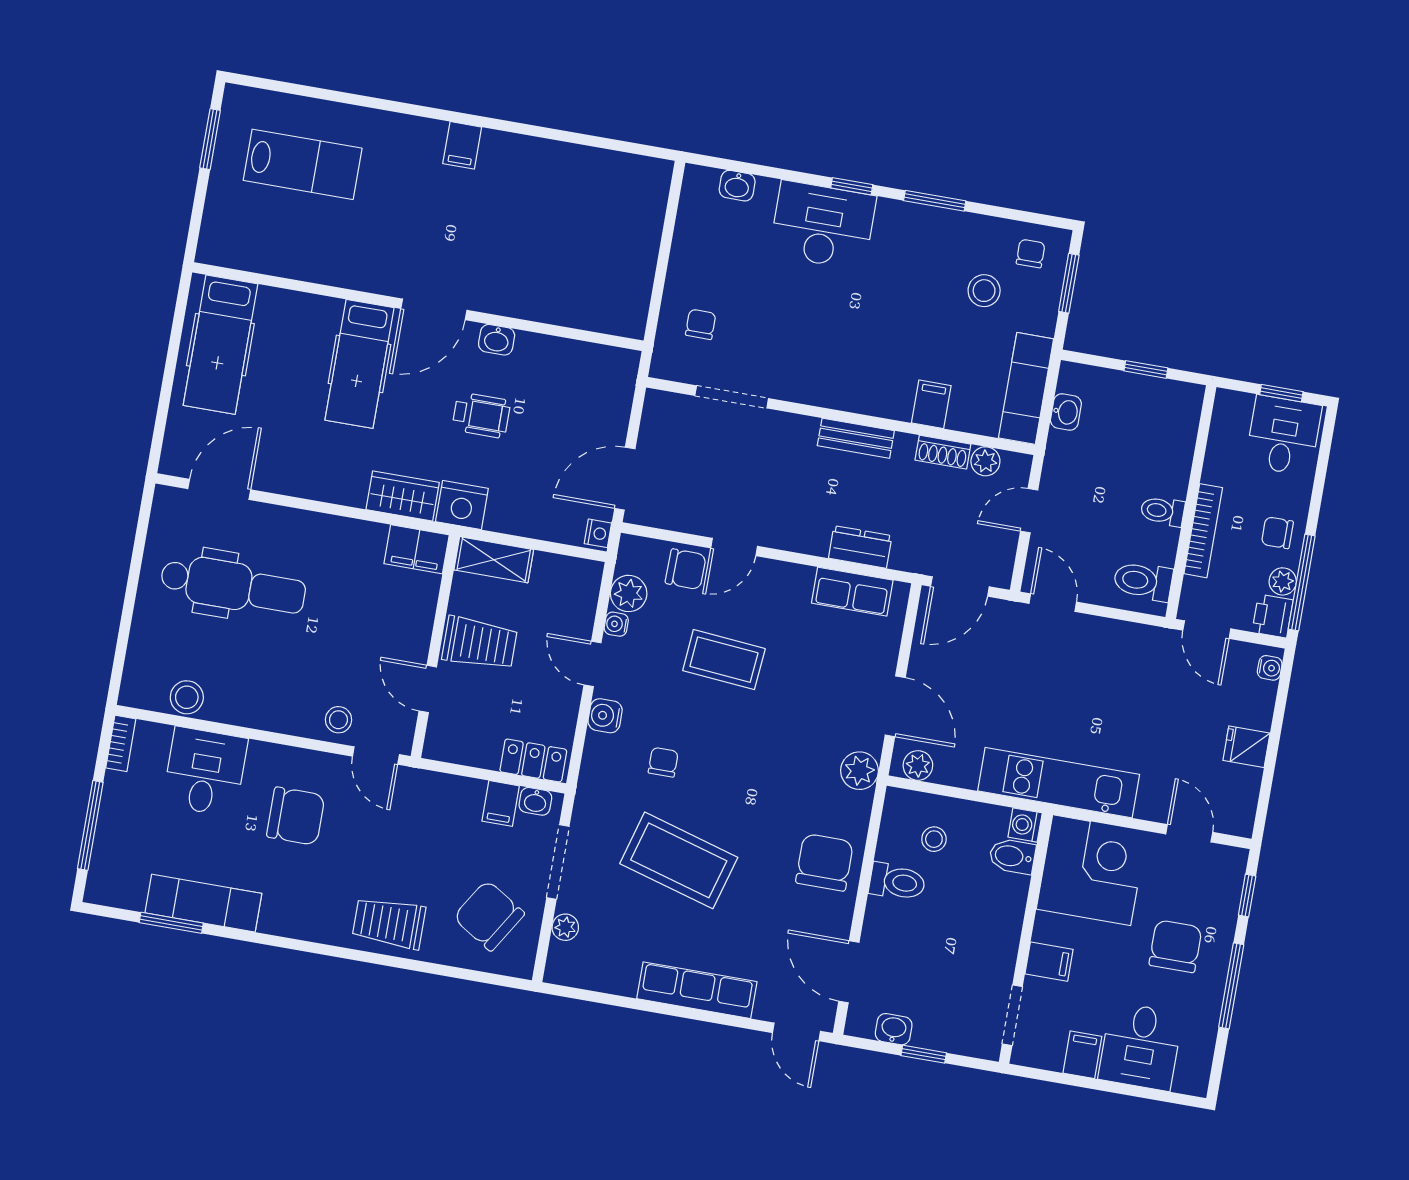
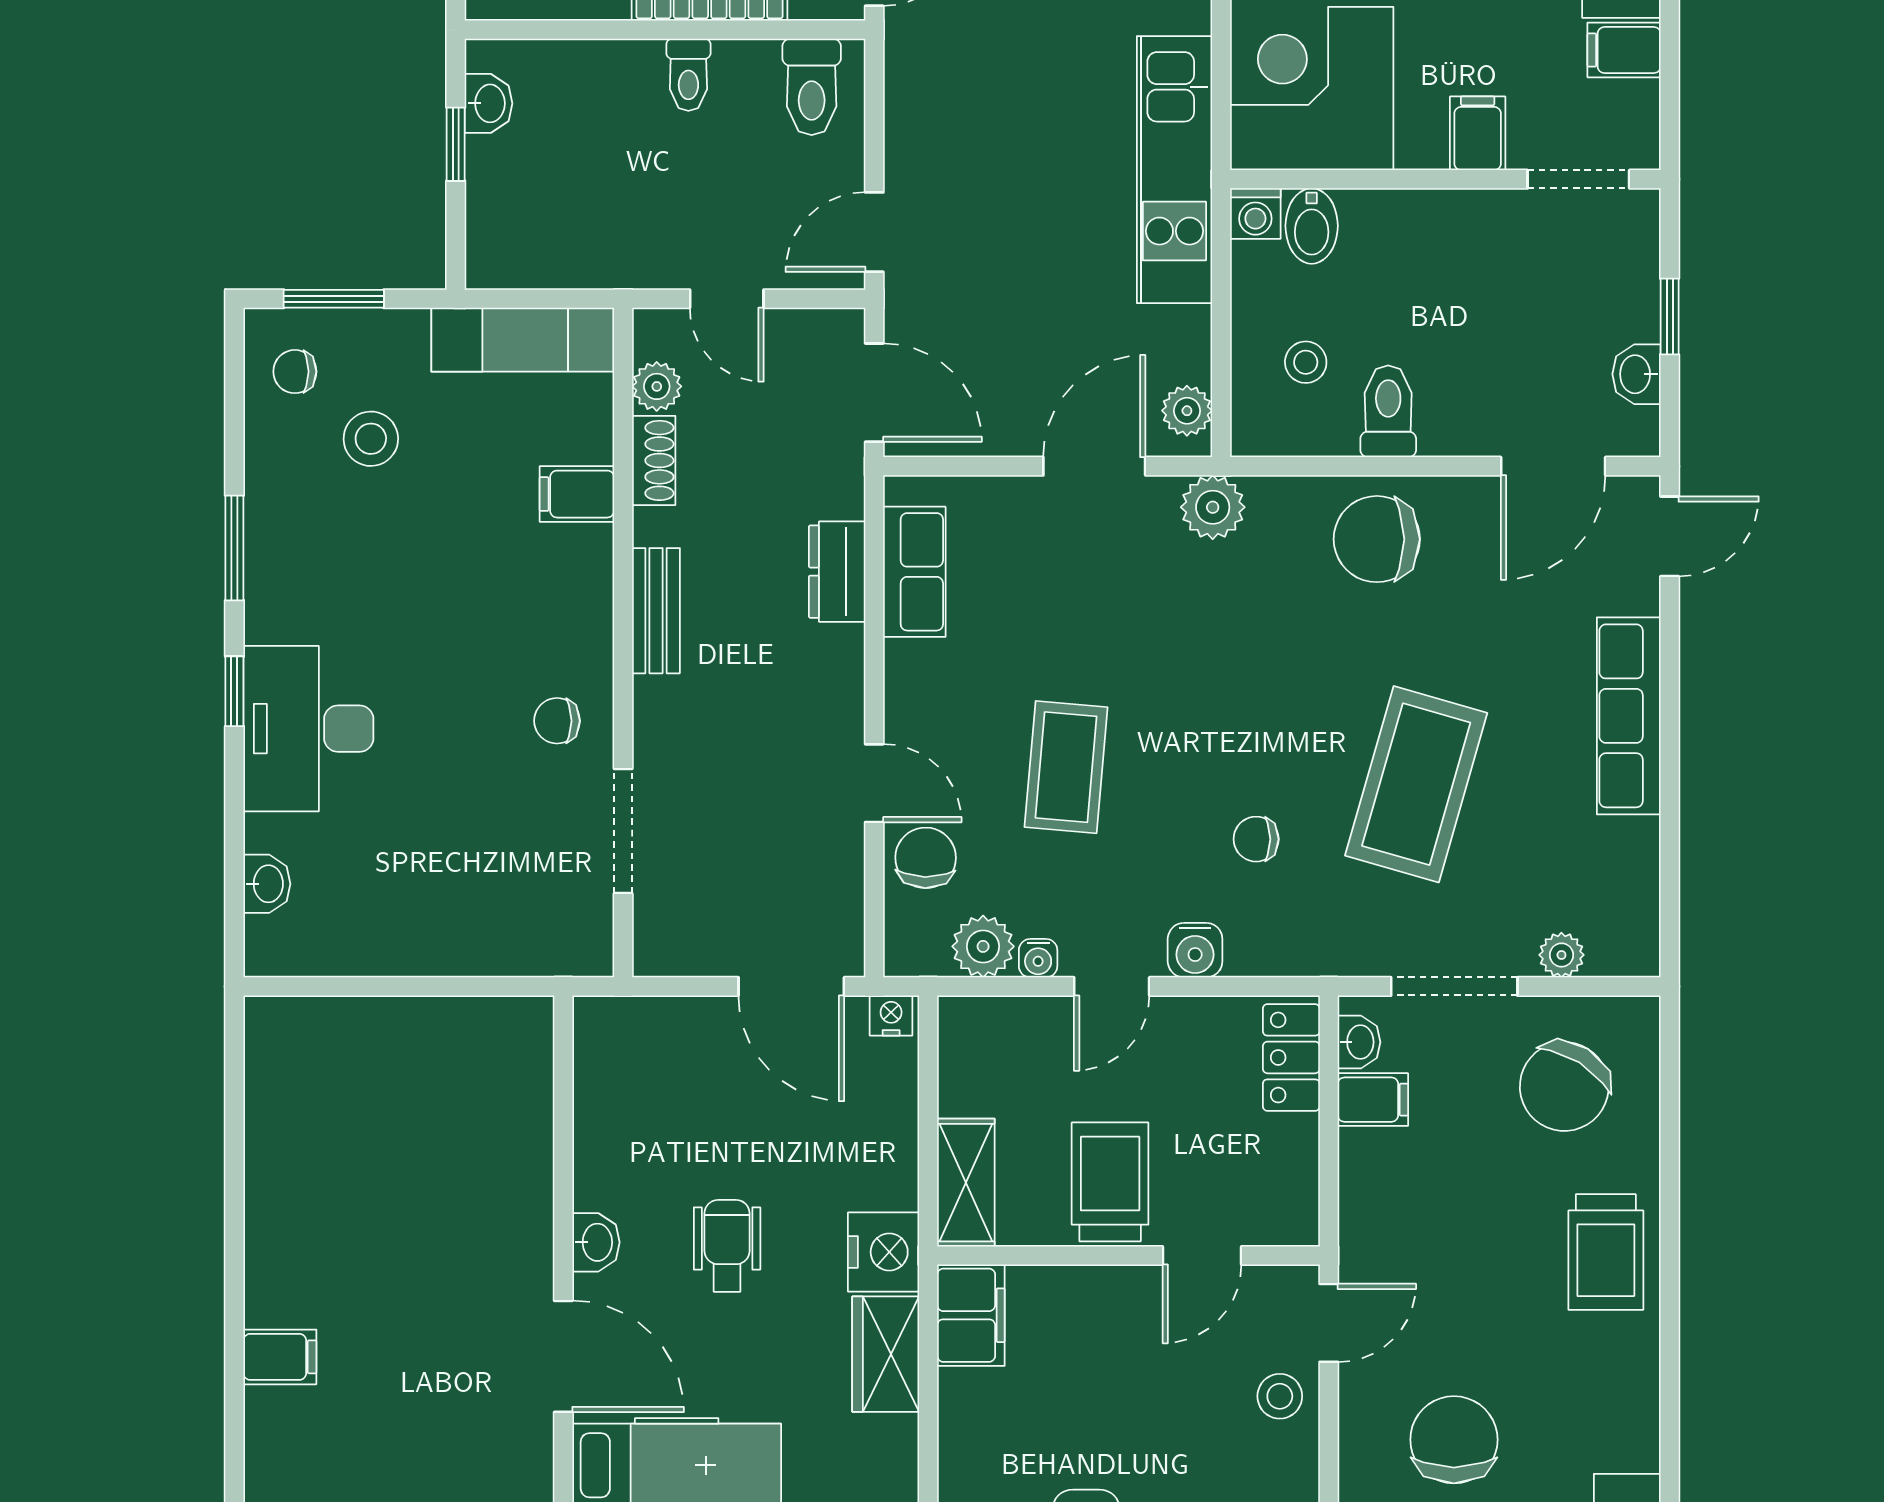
chair: (701, 324) -> (557, 721), moved
washbasin: (1066, 412) -> (489, 103), moved, turned 90

